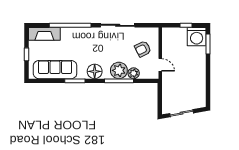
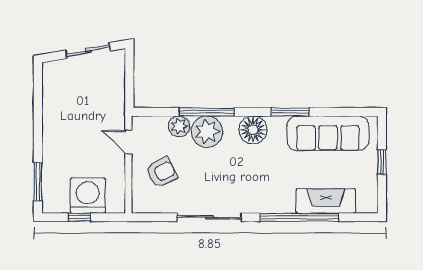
fireplace: (44, 34) -> (326, 201), moved
washing machine: (197, 37) -> (88, 196), moved

